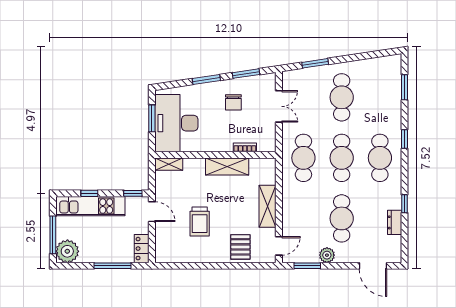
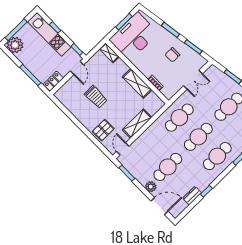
trolley: (200, 222) -> (96, 97), turned -90
door: (279, 246) -> (123, 149), swing flipped
plant: (327, 255) -> (151, 187), moved
door: (373, 266) -> (159, 206), swing flipped

